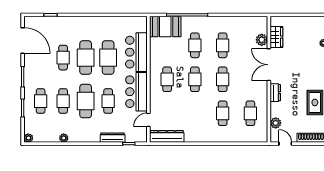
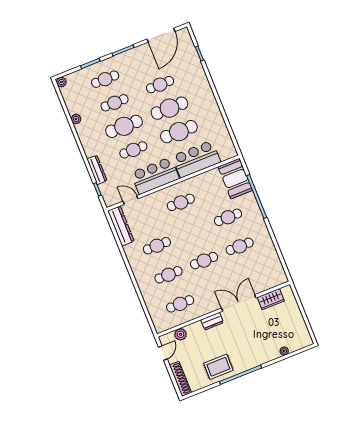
plant: (262, 40) -> (262, 285), removed
cafe table: (195, 79) -> (157, 246), moved

